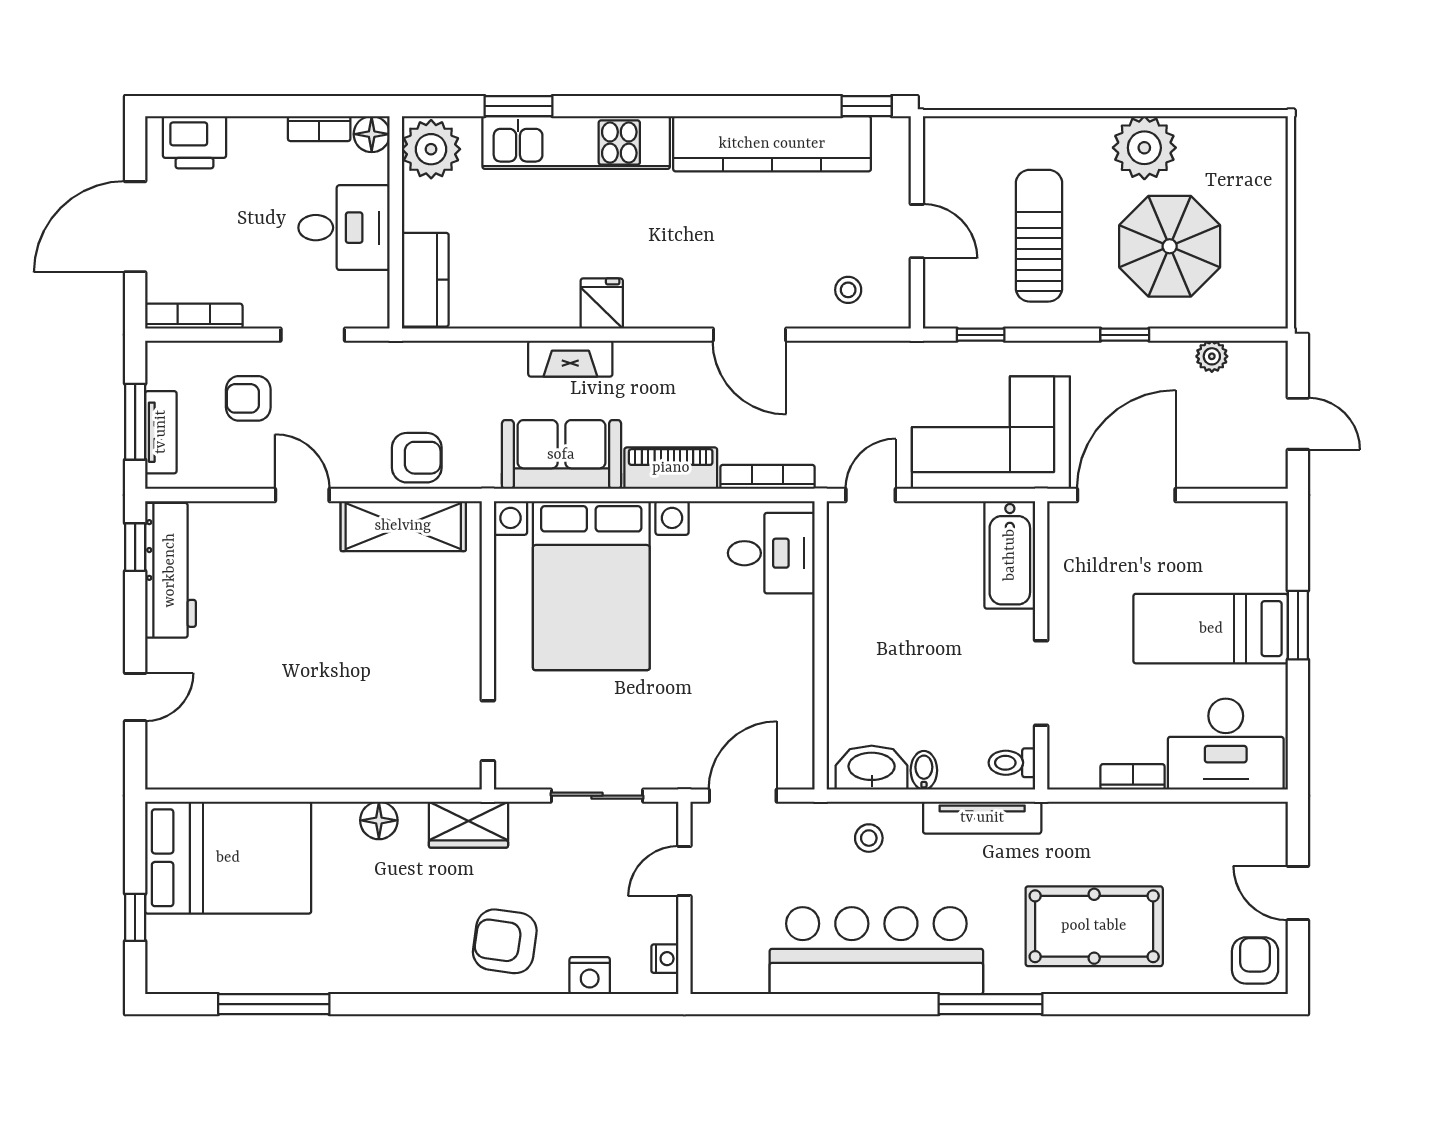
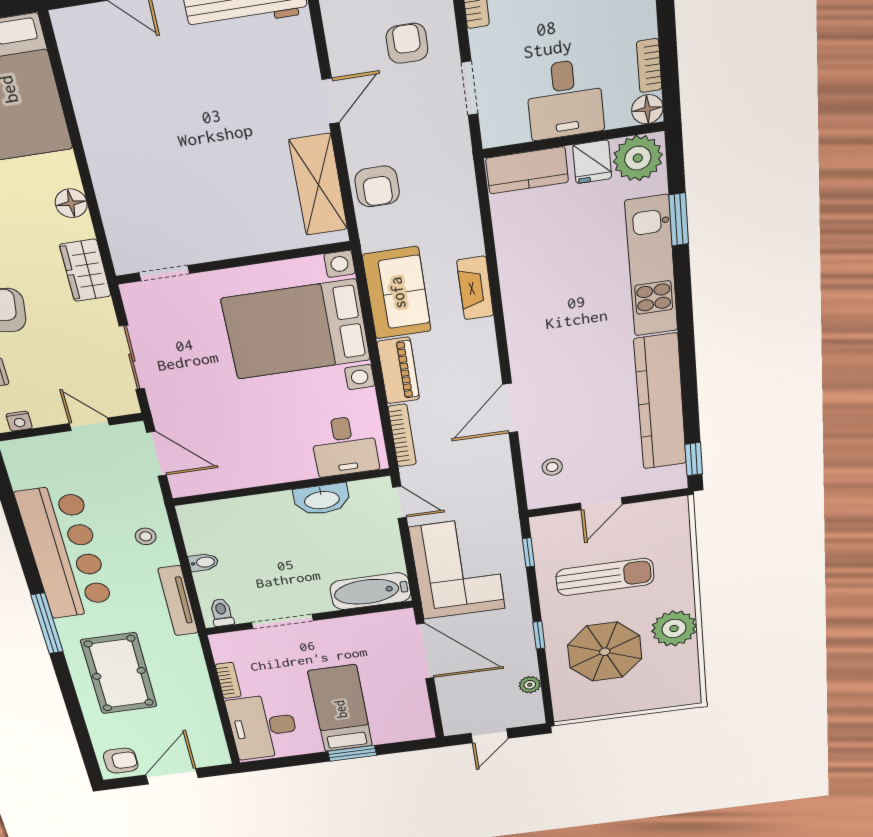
fridge: (602, 303) -> (592, 162), moved, turned 90
washbasin: (872, 768) -> (322, 499), moved, turned 90
door: (1298, 893) -> (172, 776), width x1.37

